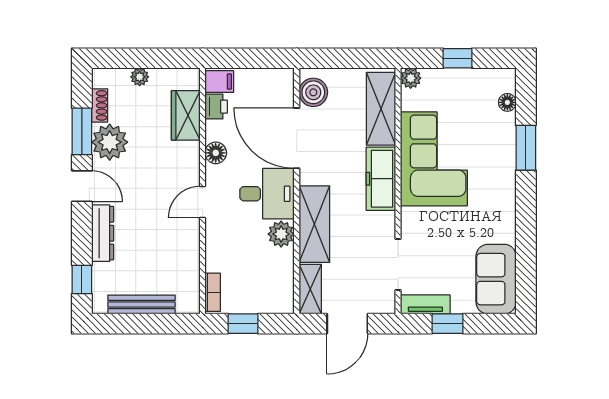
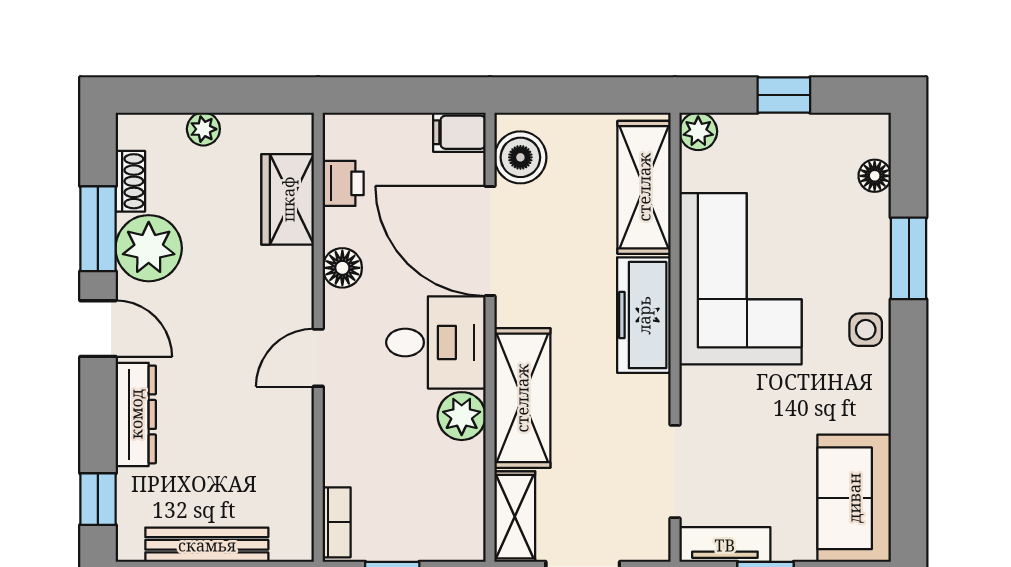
filing cabinet: (219, 82) -> (459, 132), moved, turned 180
side table: (502, 187) -> (866, 330), added

